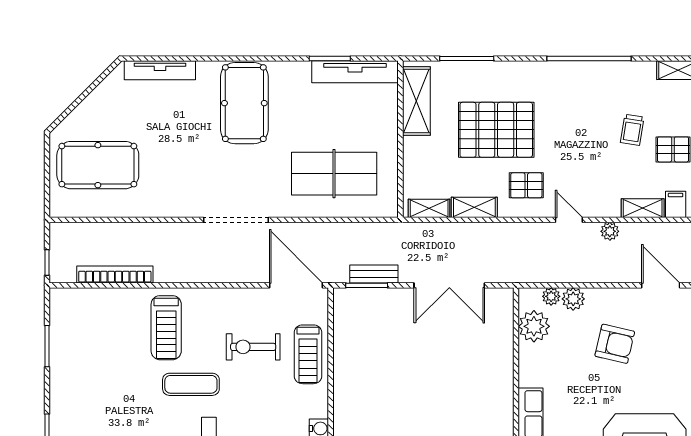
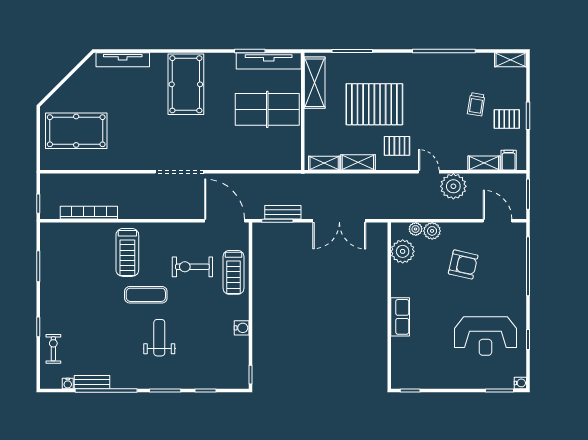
table tennis table: (334, 174) -> (267, 109), moved
plant: (610, 231) -> (453, 186), width x1.88, depth x1.88

